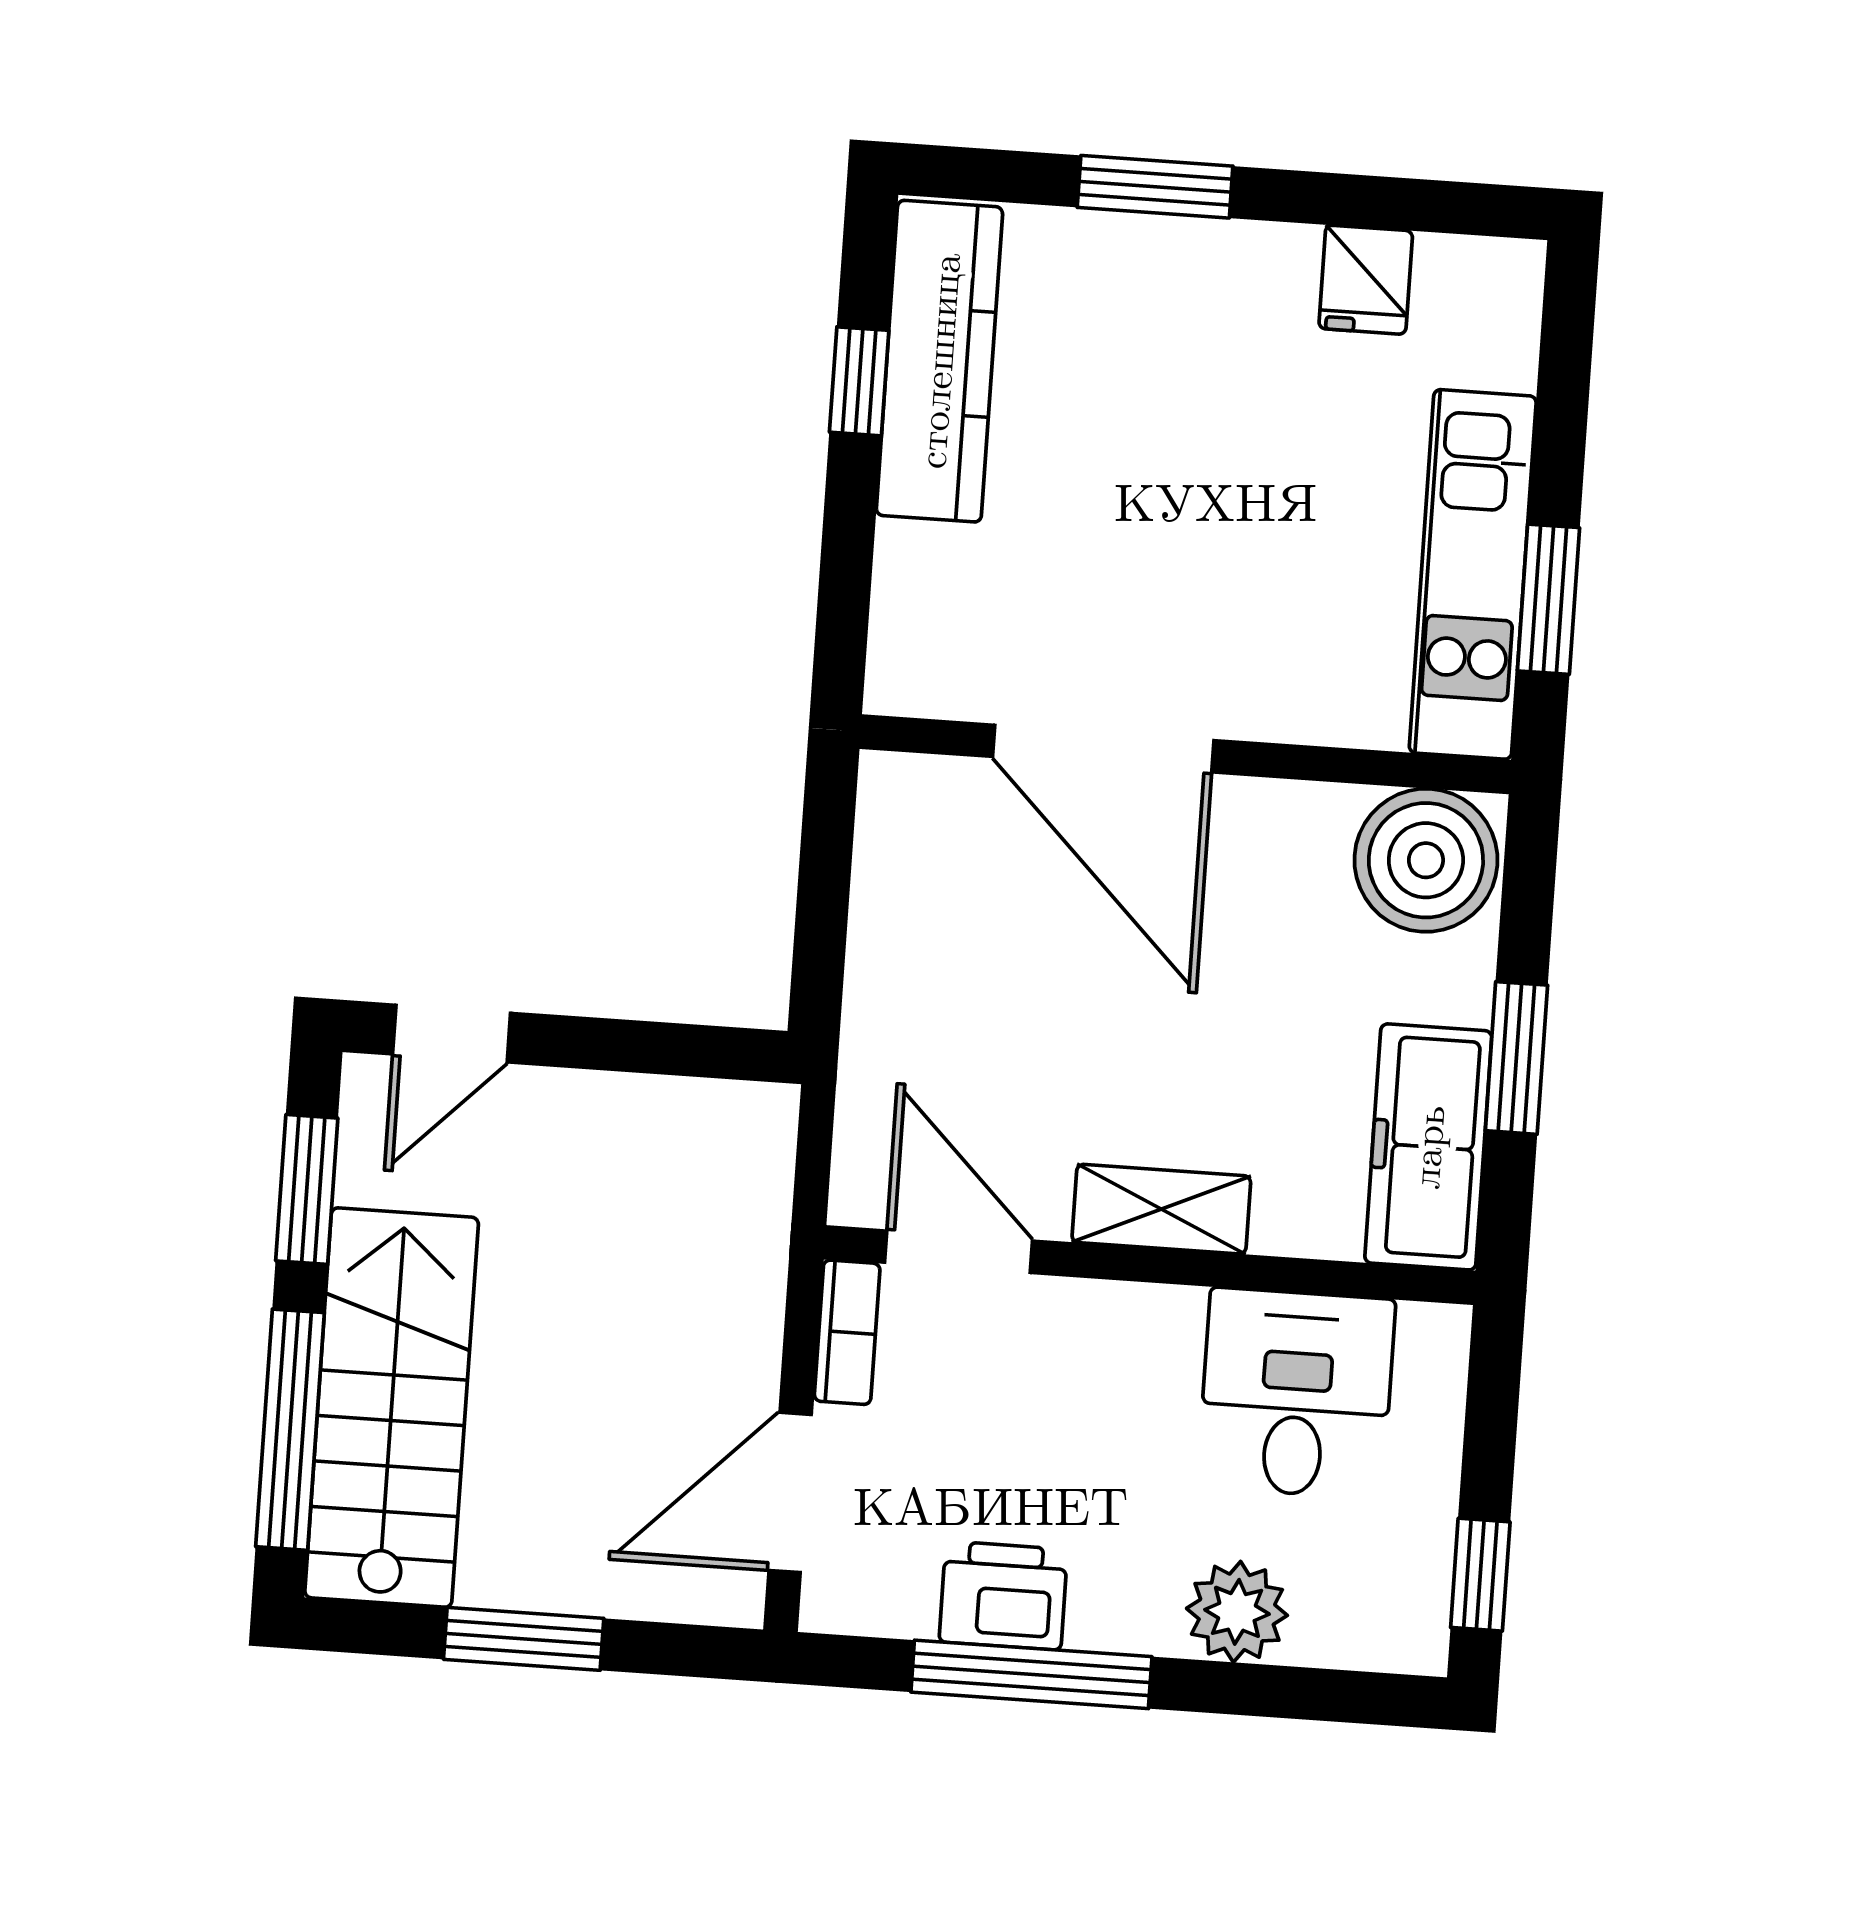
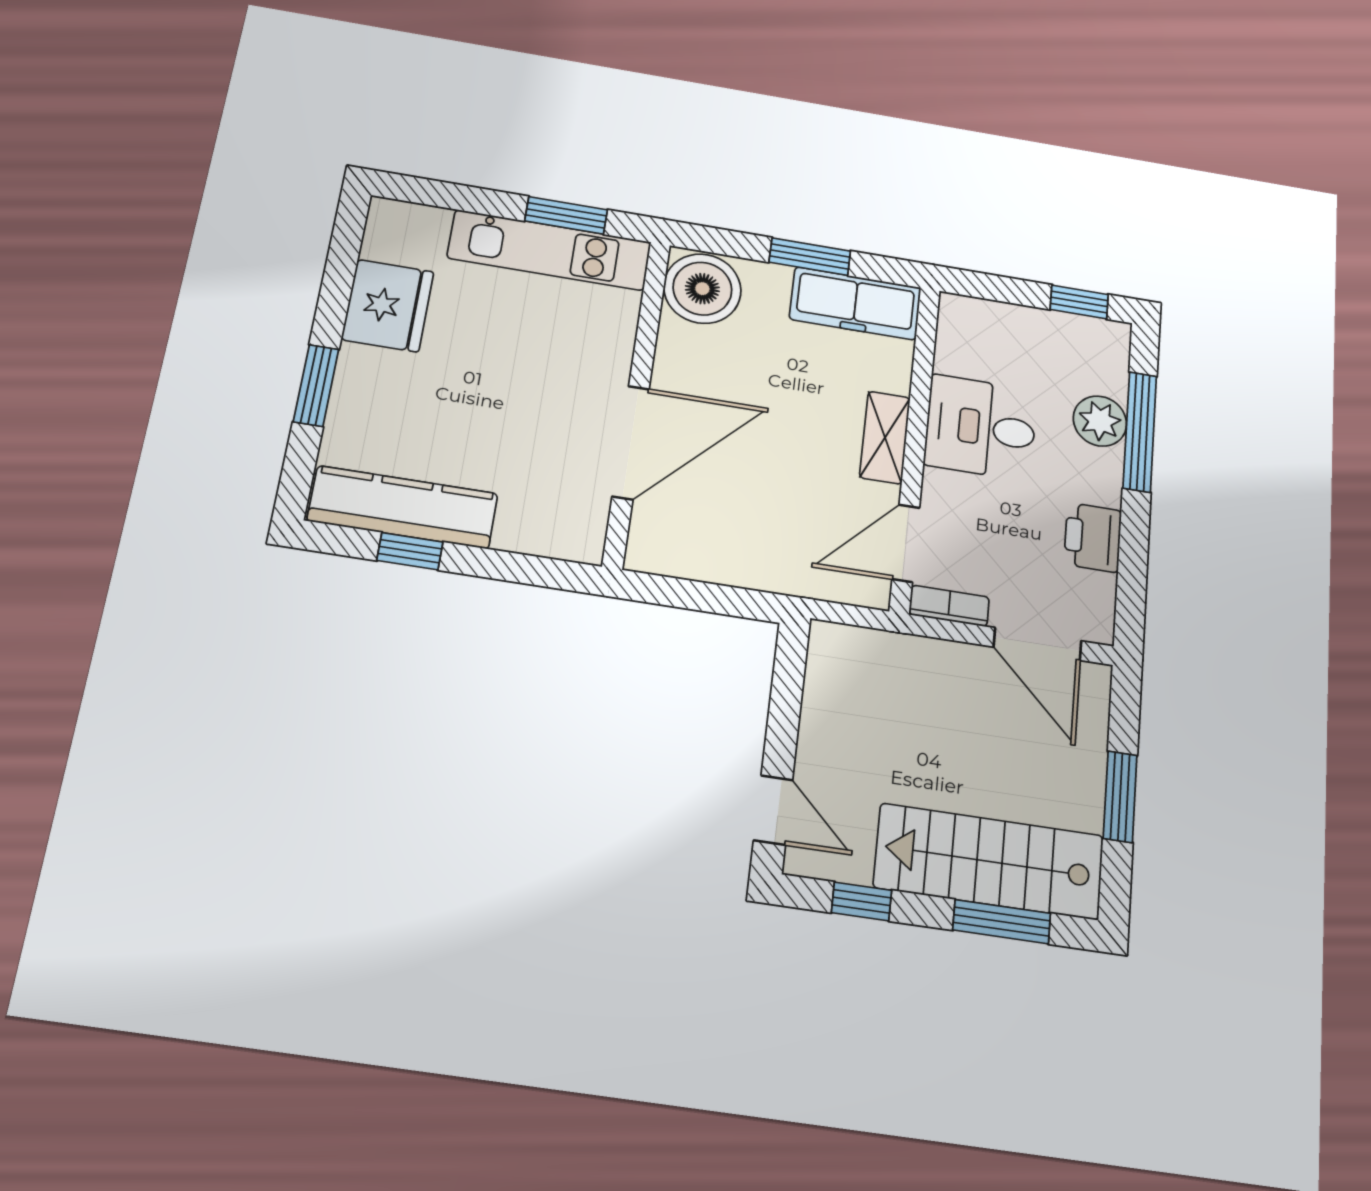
fridge: (1366, 280) -> (388, 306), width x1.88, depth x1.34
window: (307, 1189) -> (862, 901), width x0.67
desk: (1296, 1393) -> (981, 427), moved
window: (290, 1430) -> (1002, 922), width x0.69
window: (1031, 1674) -> (1140, 432), moved

